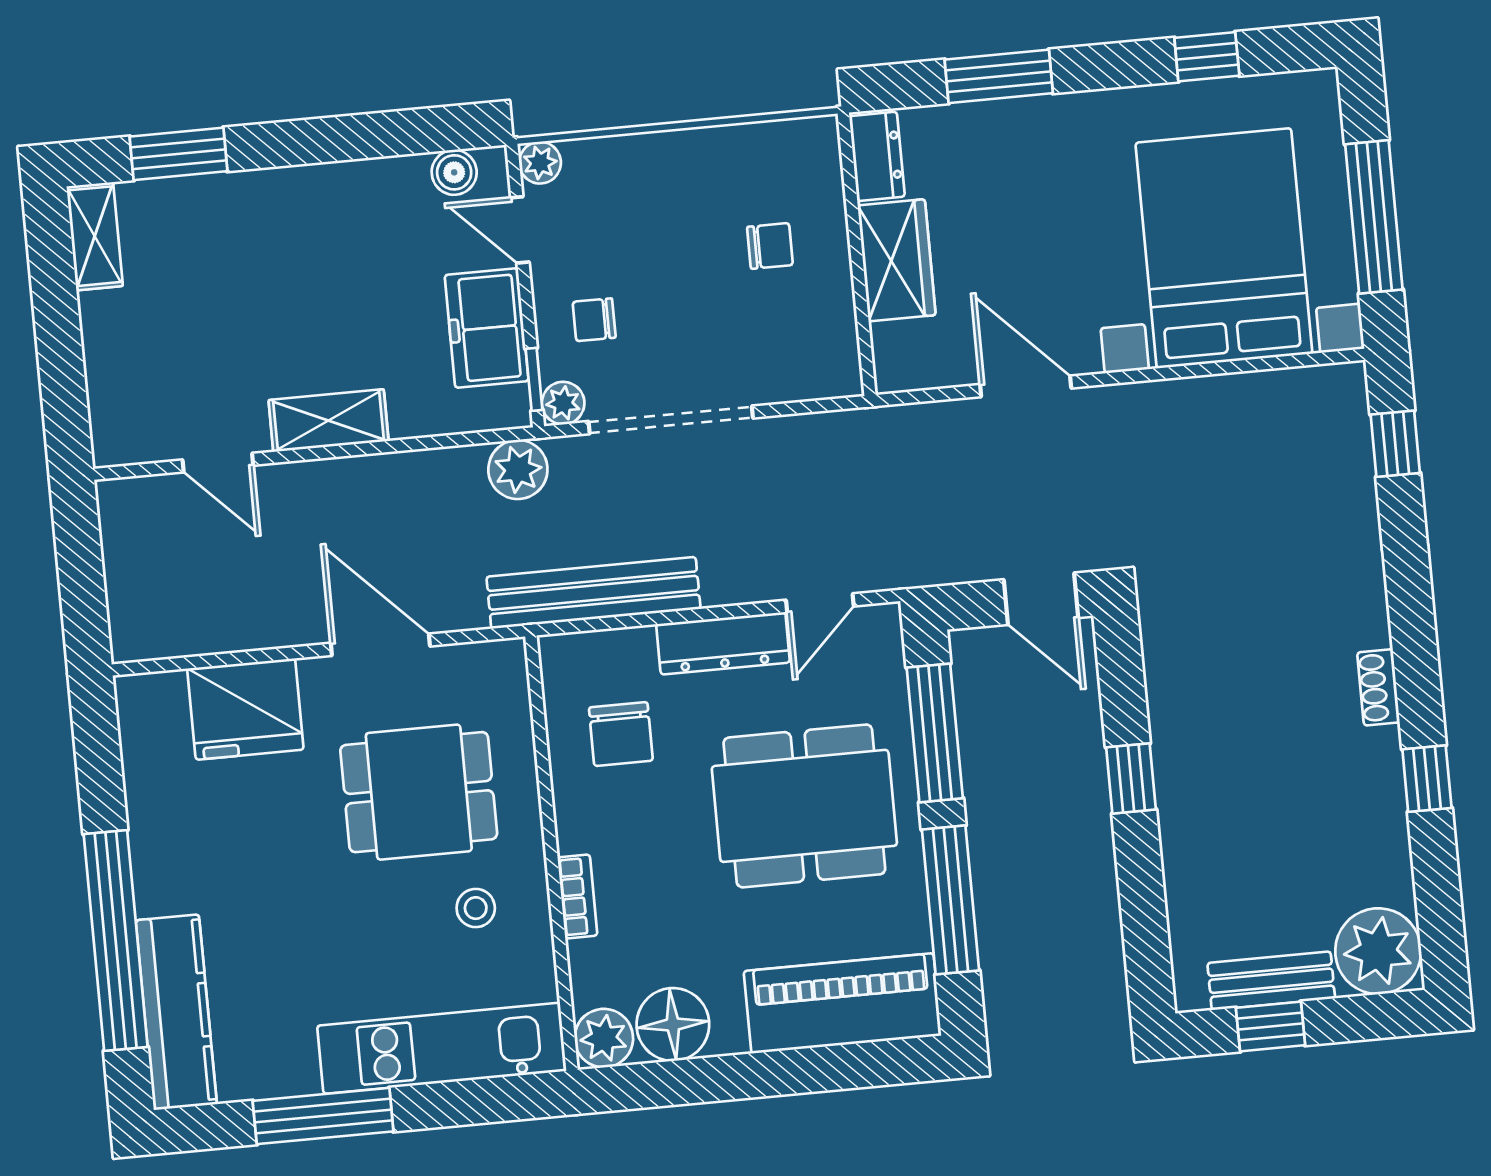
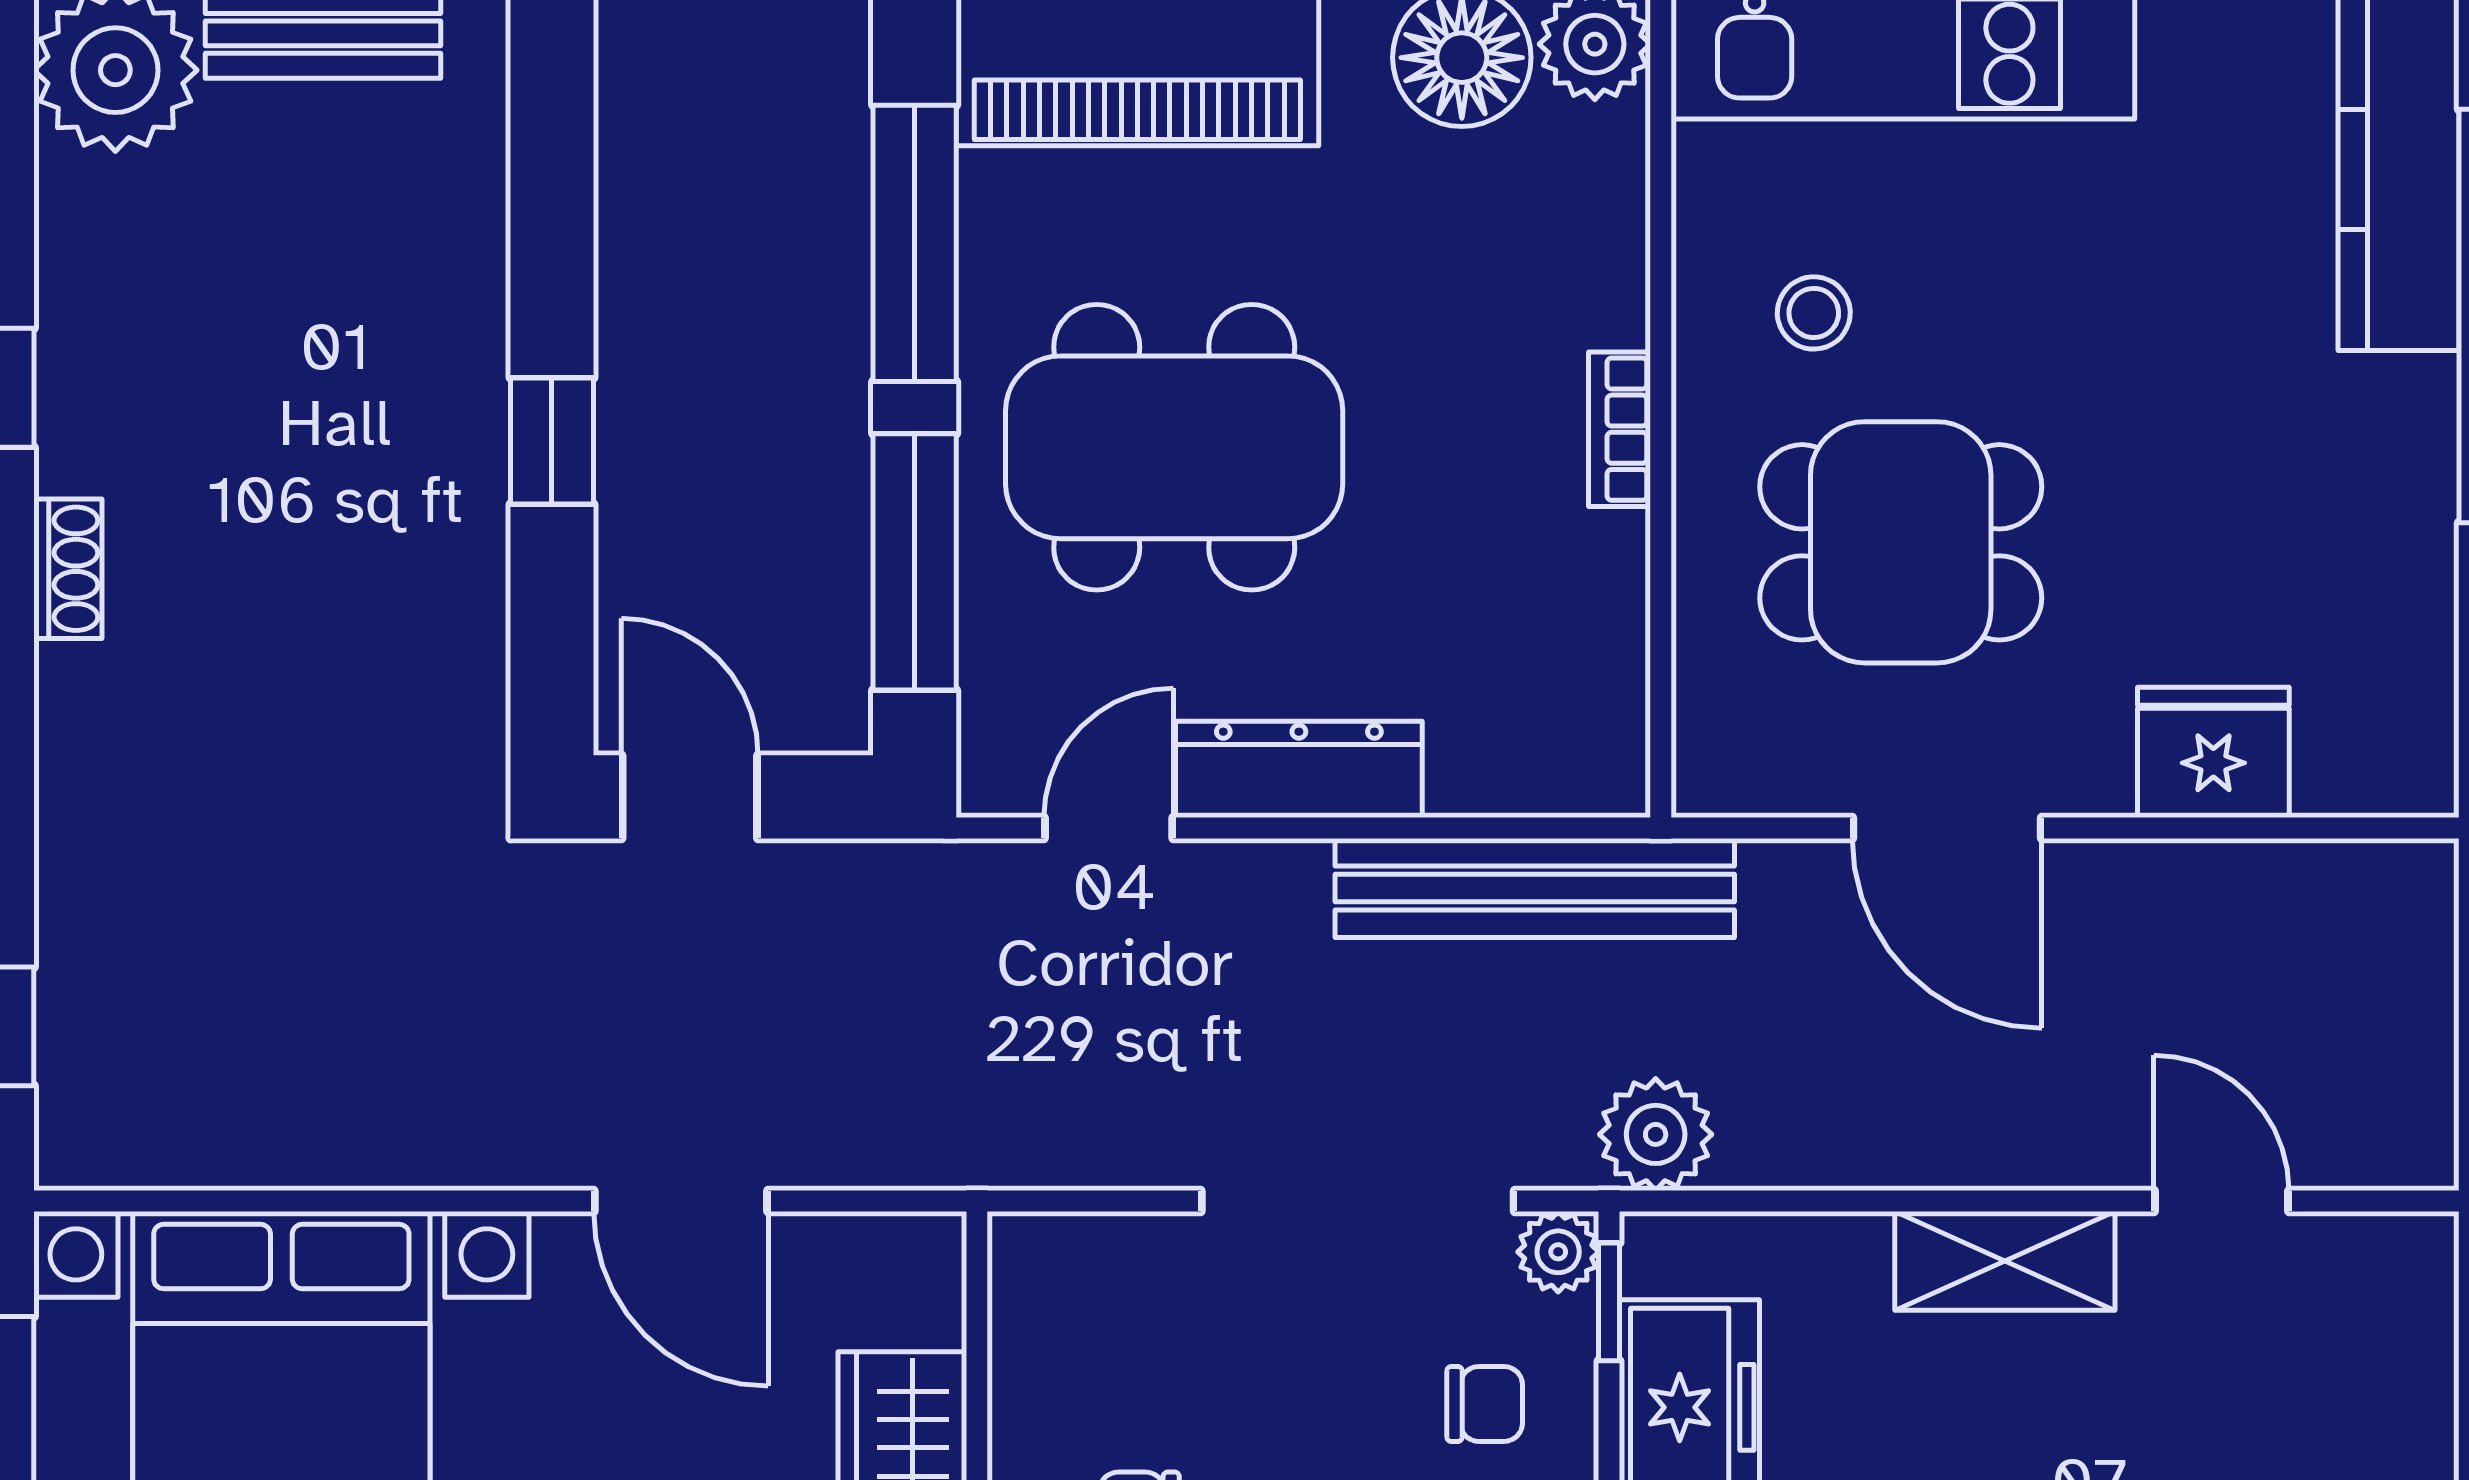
fridge: (245, 709) -> (2213, 752), width x0.73, depth x0.75
chair: (621, 734) -> (1508, 616), removed
bookcase: (577, 896) -> (1620, 429), moved

